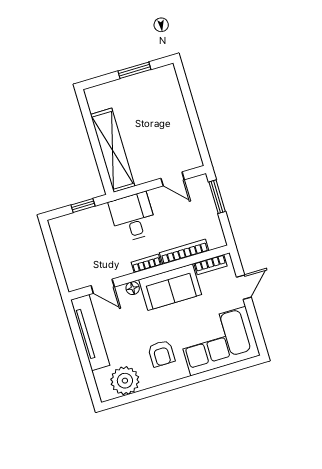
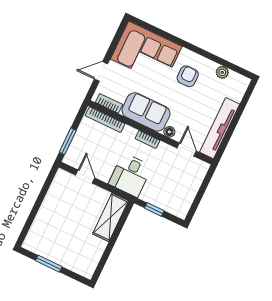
shelving: (113, 150) -> (110, 217), width x0.68
bookcase: (184, 252) -> (105, 120), moved
plant: (125, 381) -> (222, 72), width x0.53, depth x0.53

